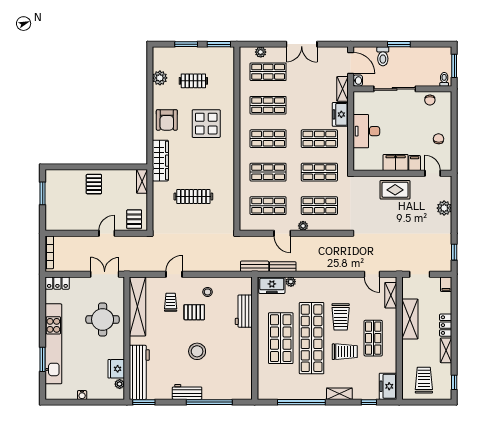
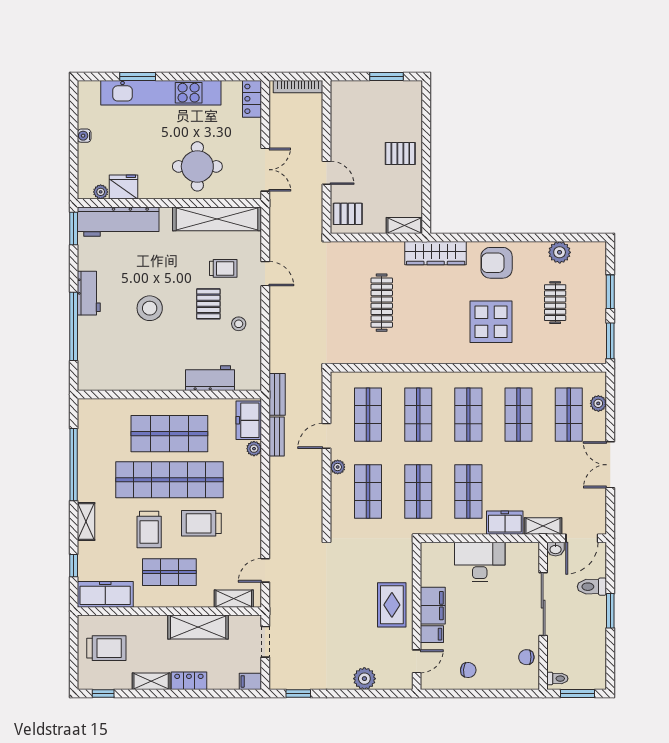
freezer: (388, 386) -> (105, 594), width x1.40

